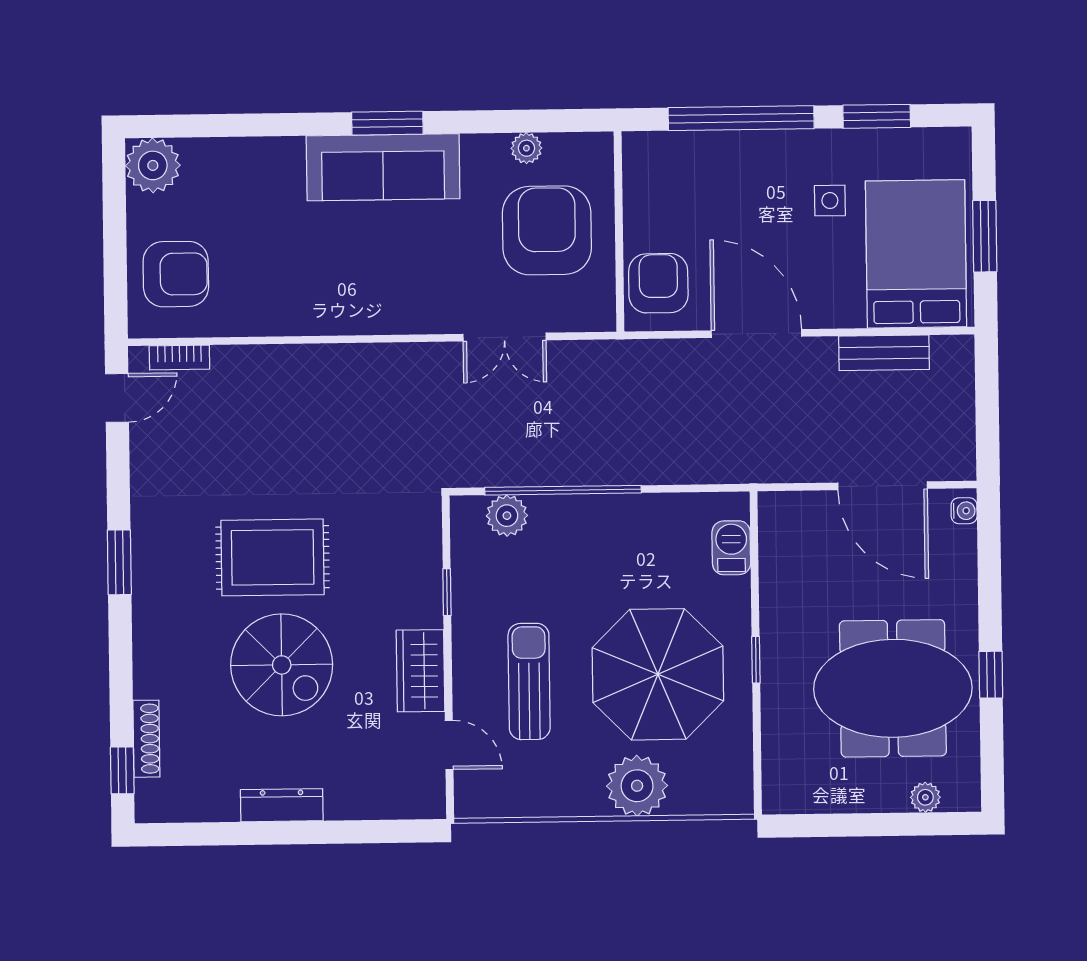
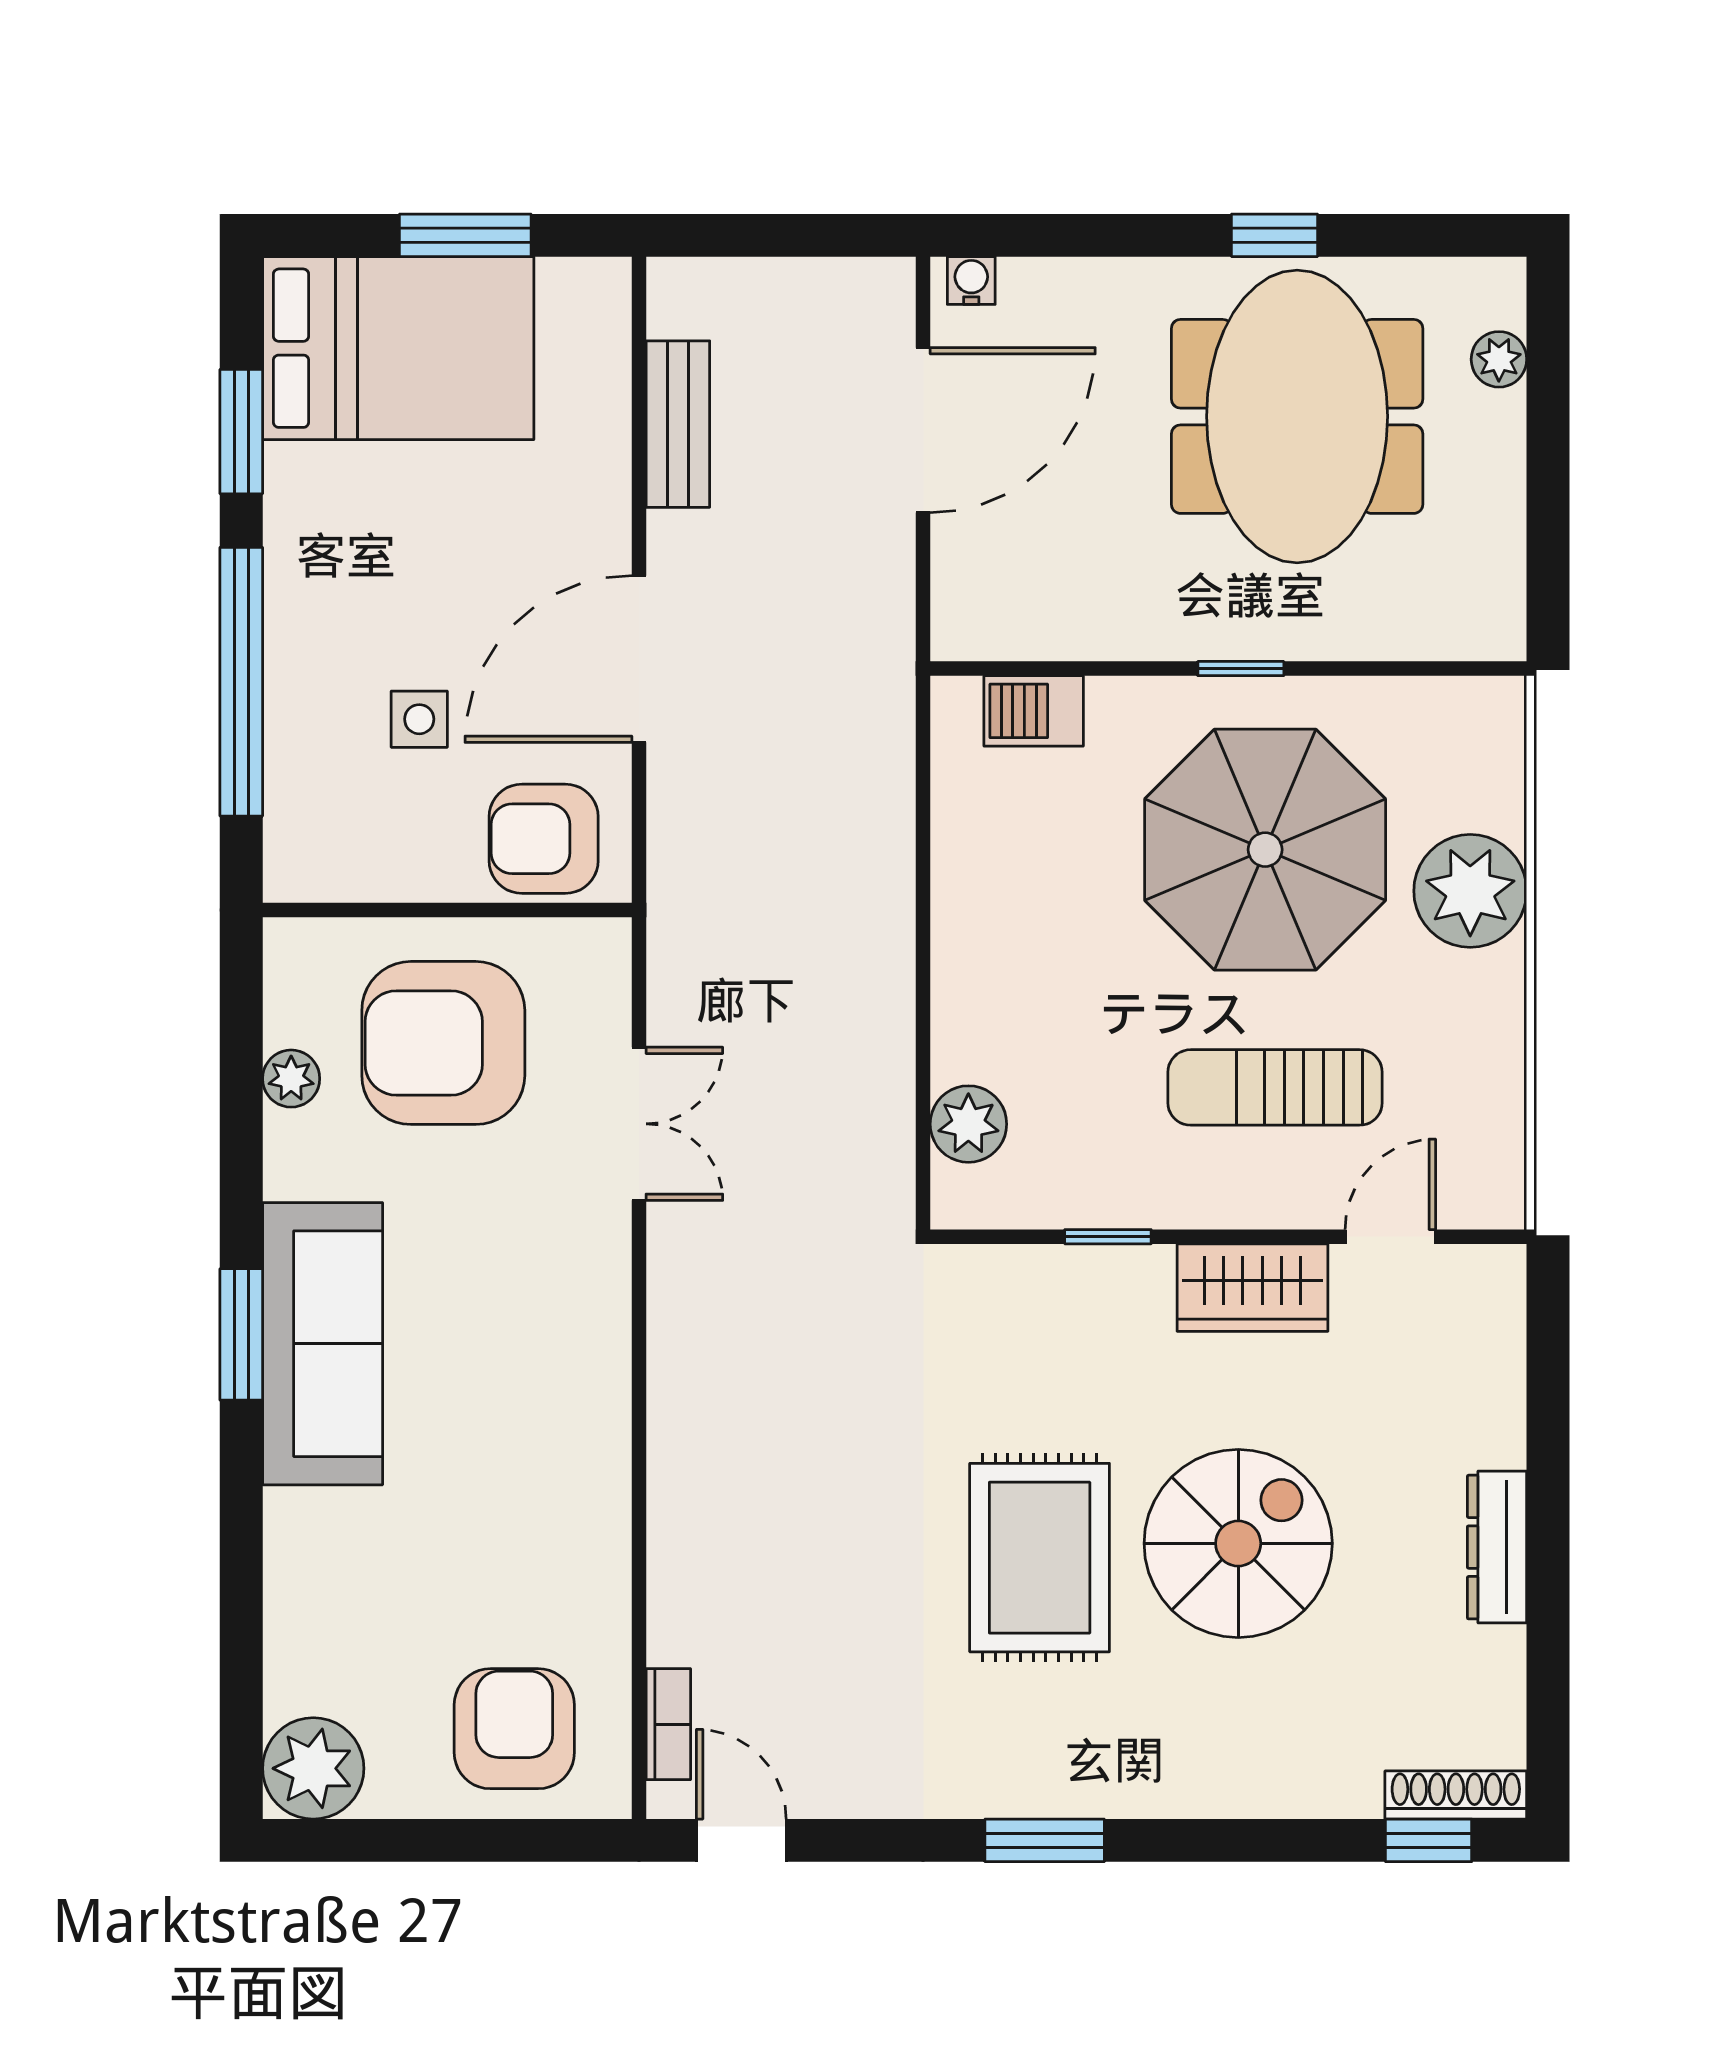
side table: (830, 201) -> (419, 719), moved
bed: (916, 254) -> (398, 348), moved, turned 180
window: (563, 490) -> (923, 1020), removed
shoe rack: (146, 739) -> (1456, 1795), moved

